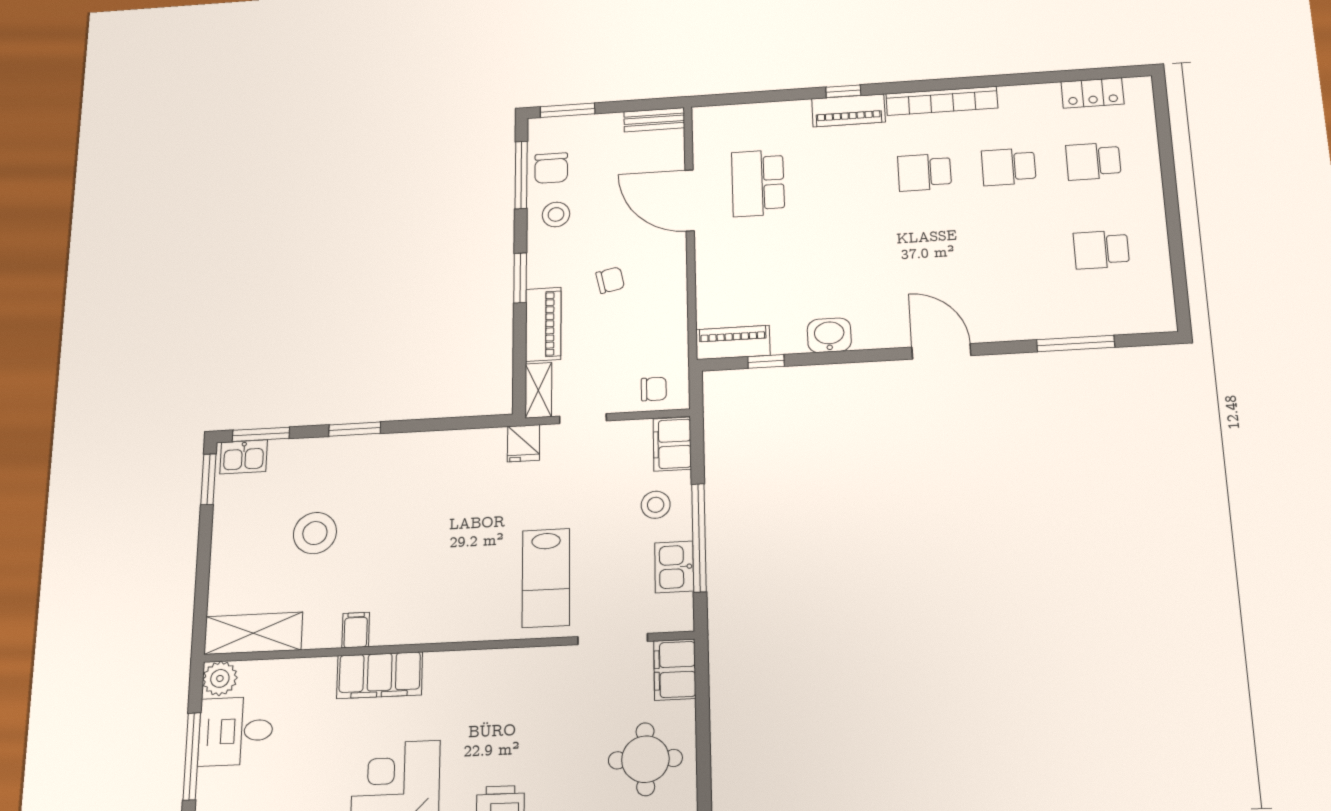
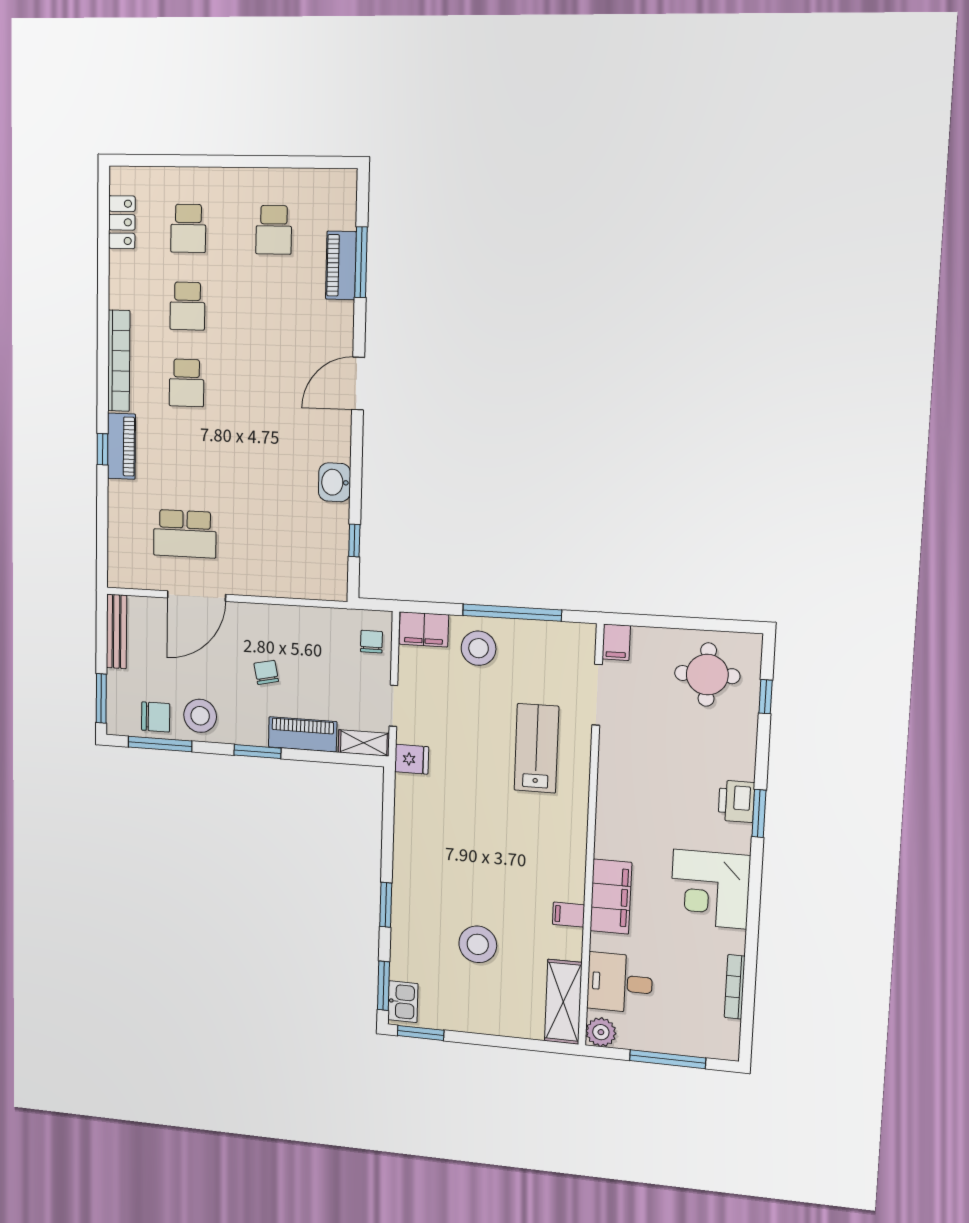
bench: (654, 120) -> (117, 632), width x1.36
stool: (556, 214) -> (200, 716), width x1.38, depth x1.38
piano: (733, 342) -> (341, 265), moved
stool: (656, 505) -> (479, 648), width x1.38, depth x1.38
kitchen sink: (674, 567) -> (537, 636), removed
lab bench: (546, 578) -> (536, 748), turned -90
filing cabinet: (675, 670) -> (616, 642), width x0.50
desk: (236, 731) -> (620, 983), moved, turned 90

